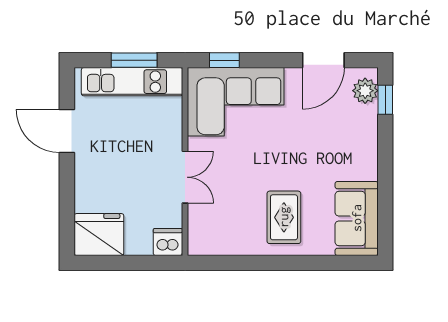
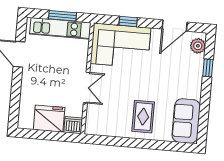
window: (224, 60) -> (128, 21), moved
window: (385, 100) -> (208, 68), moved
fridge: (99, 235) -> (49, 119), moved

